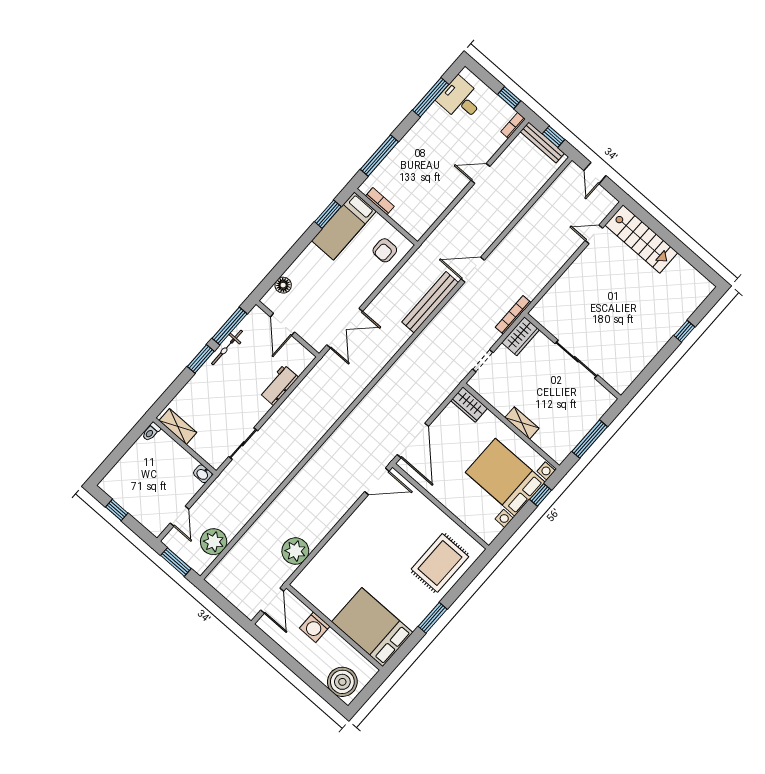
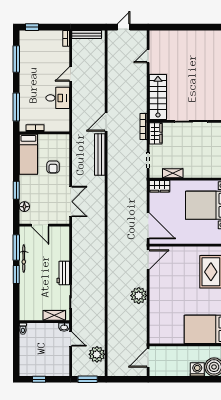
window: (509, 98) -> (32, 27), moved
desk: (460, 99) -> (58, 98), moved, turned 180
window: (554, 137) -> (89, 27), removed
door: (595, 173) -> (124, 27), swing flipped
window: (328, 214) -> (16, 190), moved
stairs: (641, 239) -> (158, 97), moved, turned -90
armchair: (385, 250) -> (53, 167), moved
workbench: (279, 385) -> (63, 273), moved
shelving: (522, 423) -> (173, 173), moved
shelving: (178, 427) -> (54, 315), moved
door: (179, 516) -> (71, 339), moved
plant: (295, 551) -> (139, 296), moved
door: (272, 601) -> (148, 358), swing flipped
washing machine: (315, 627) -> (197, 369), moved, turned 180

